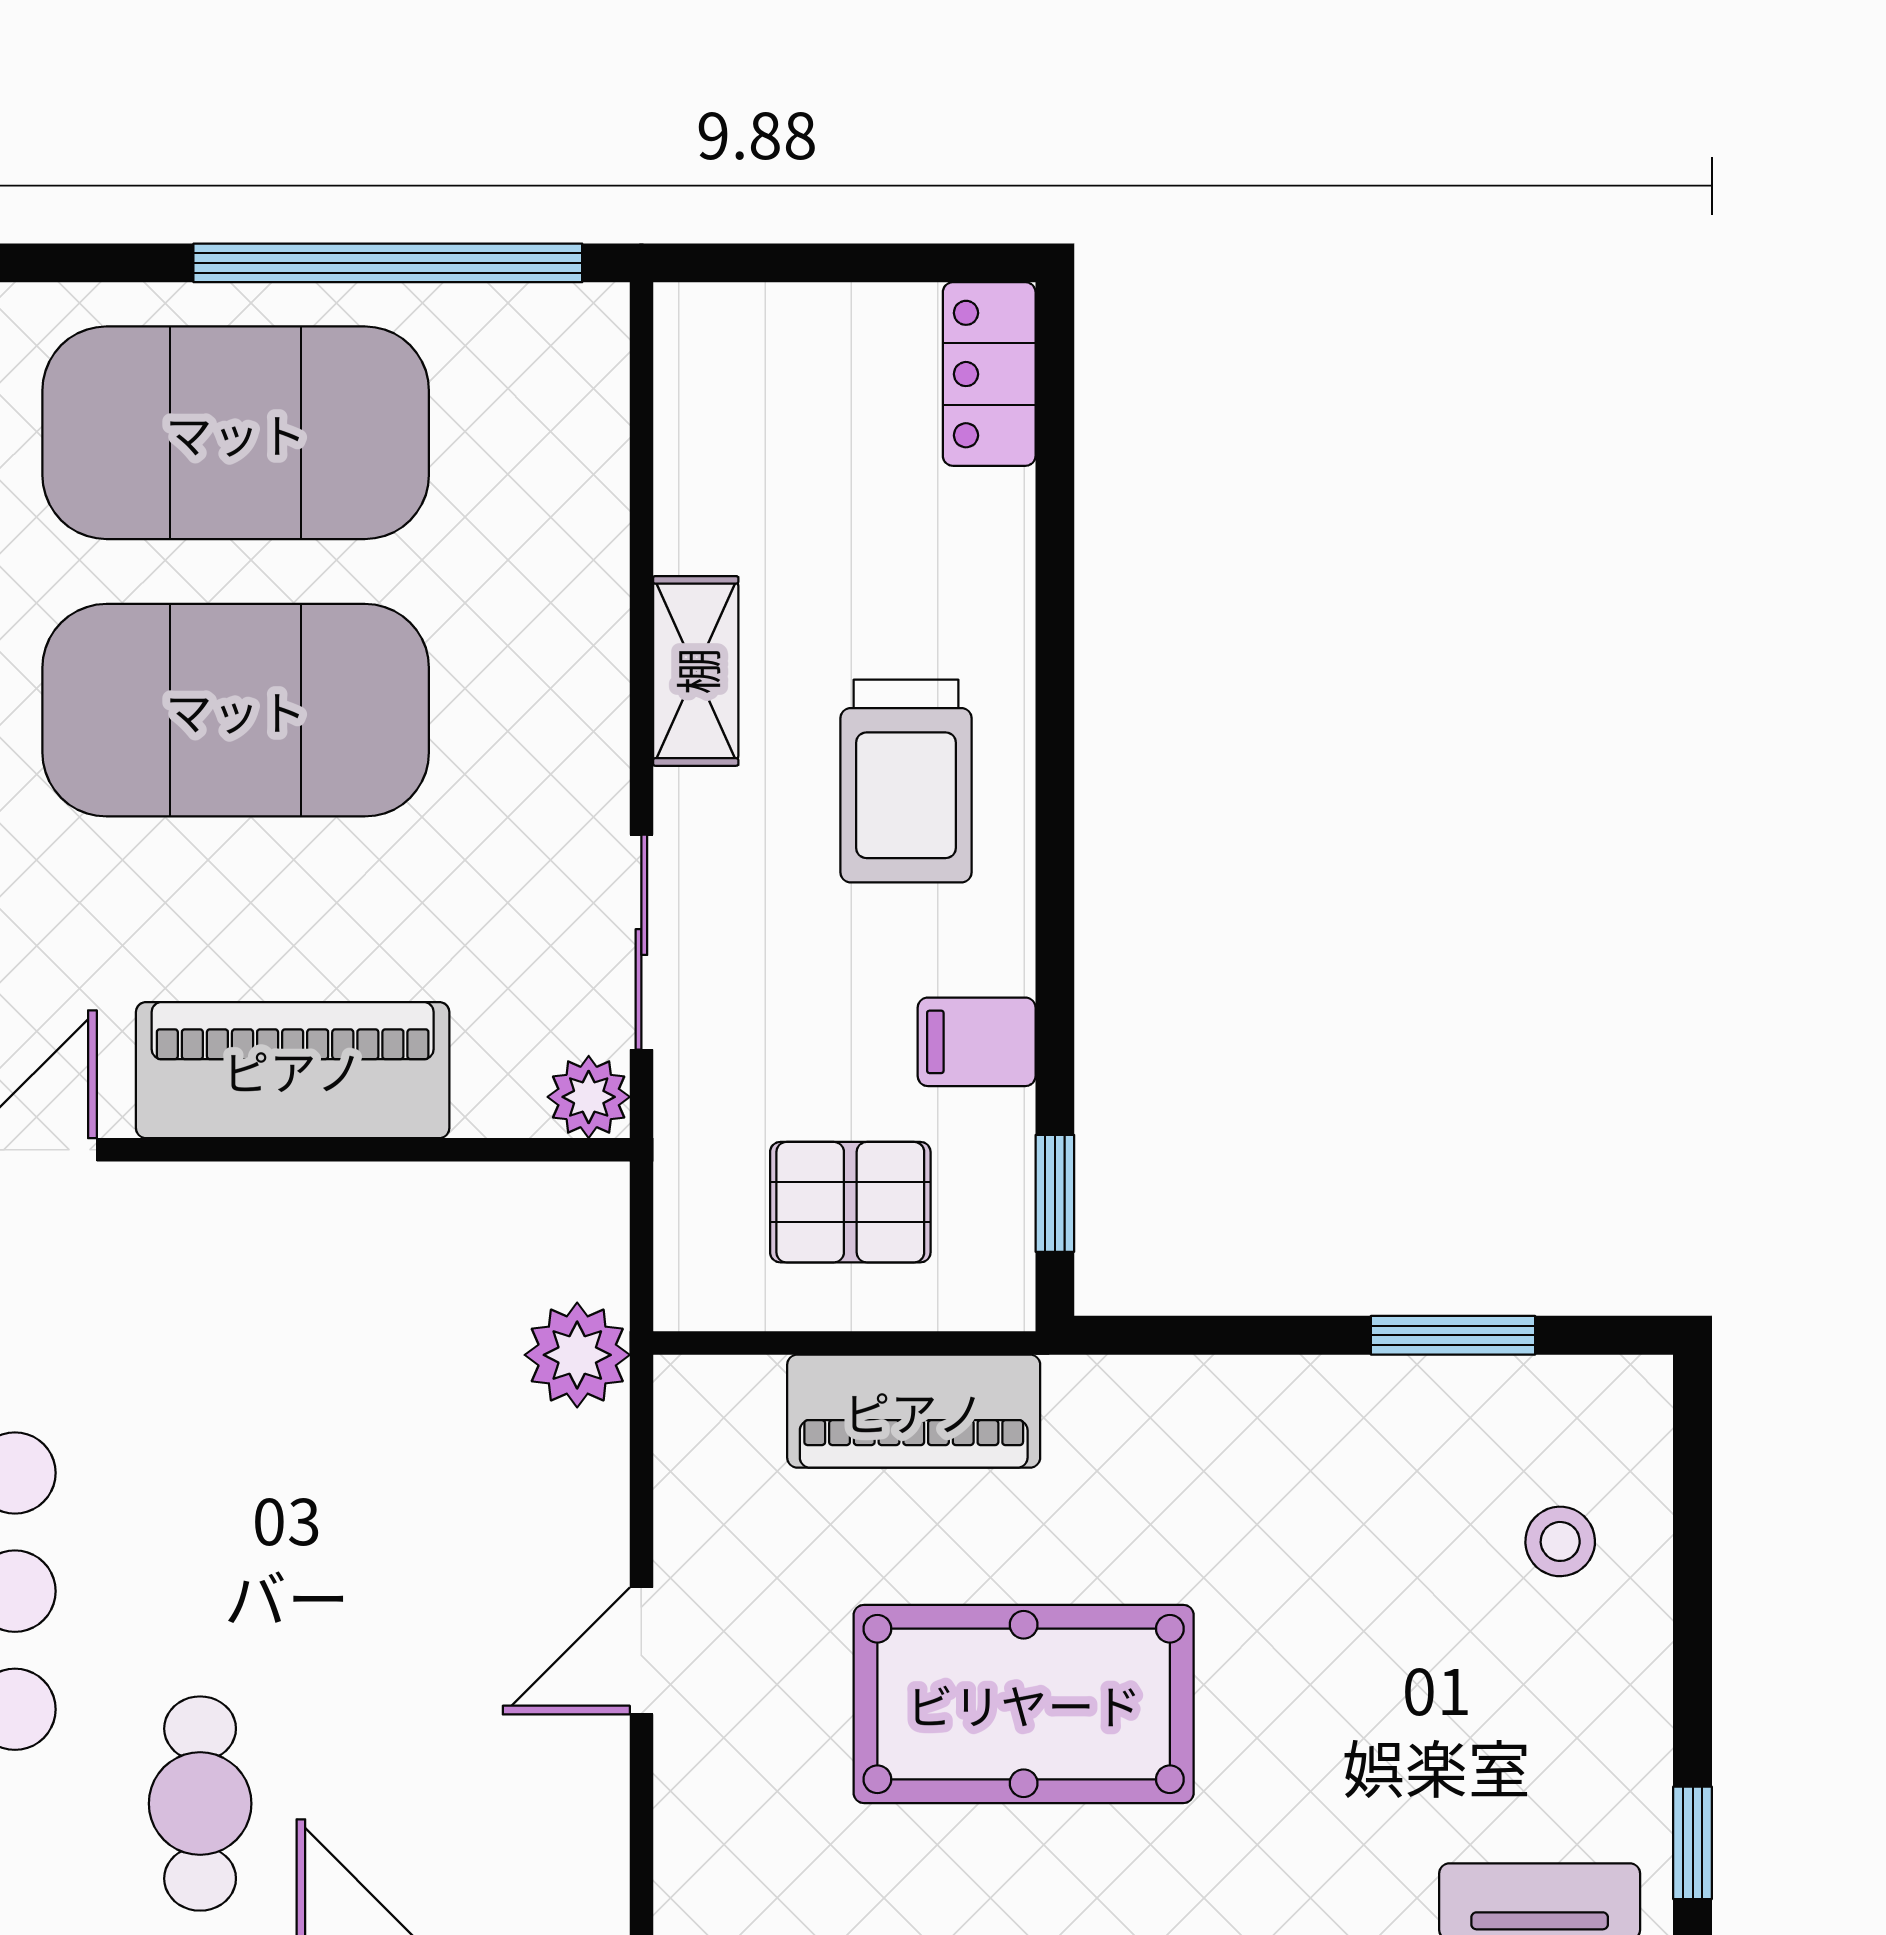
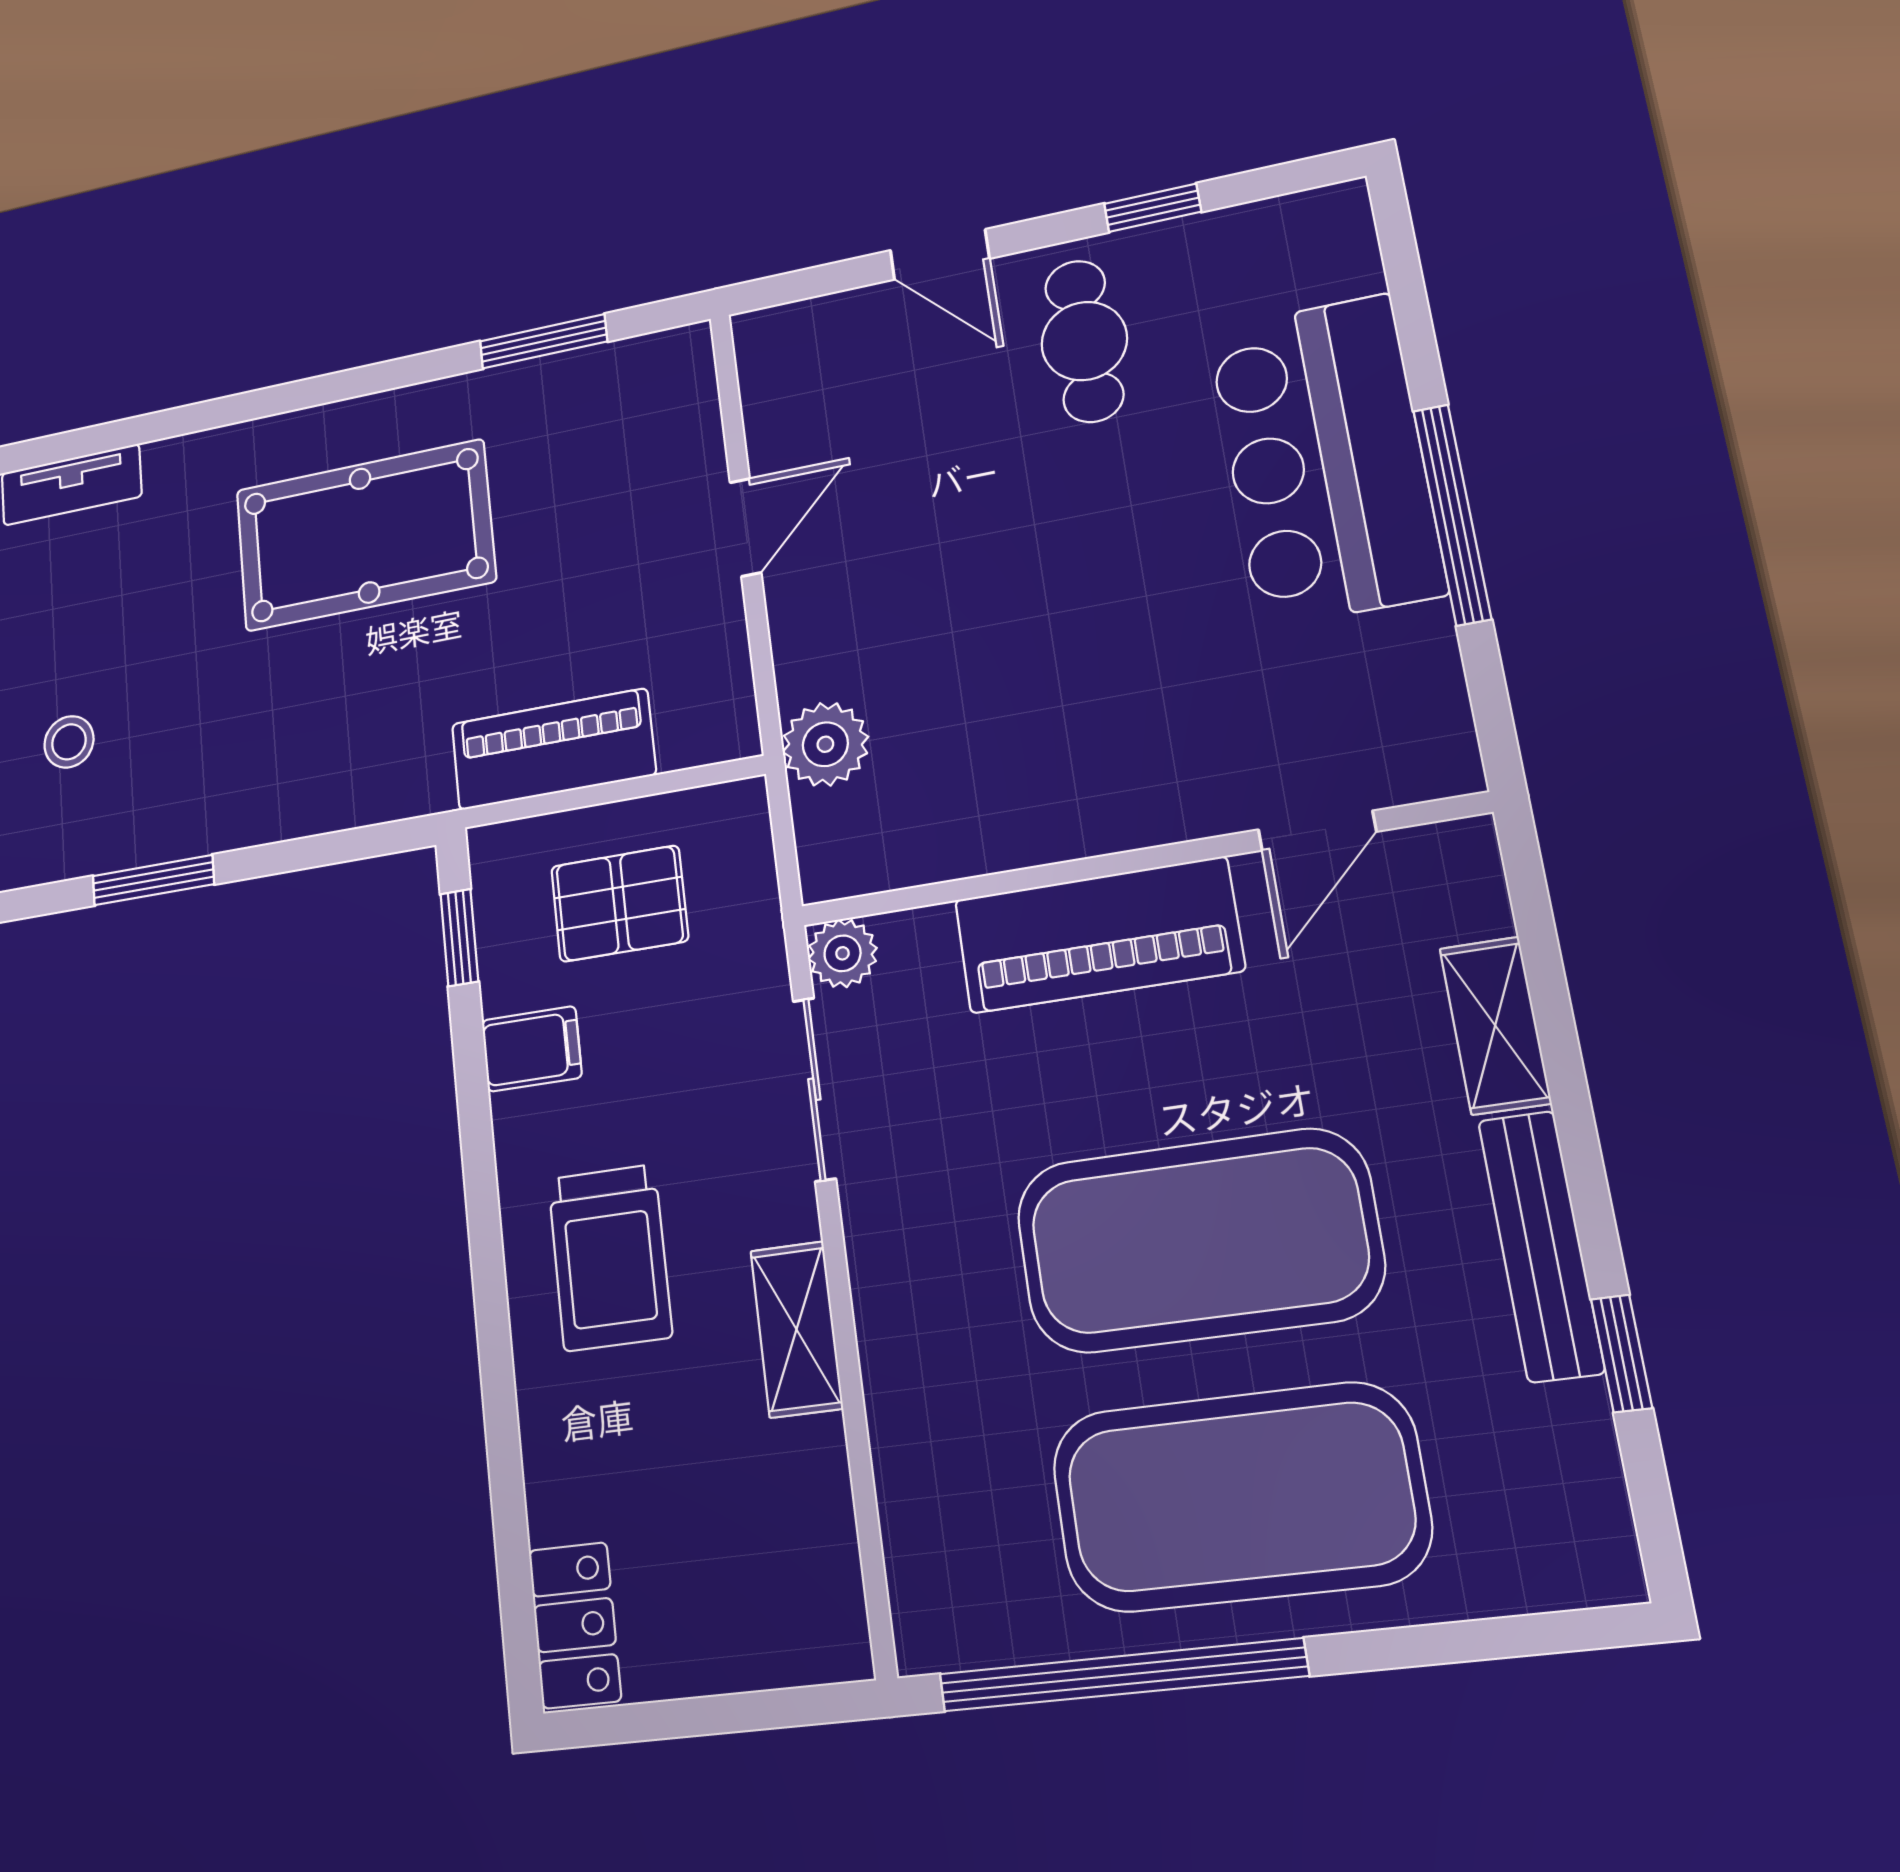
trolley: (906, 781) -> (610, 1257), turned 180
pool table: (1024, 1704) -> (365, 535), moved

